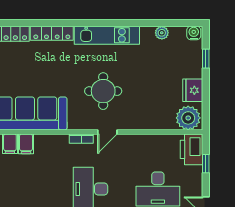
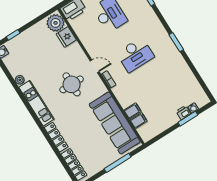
plant: (162, 33) -> (20, 80), moved
fridge: (193, 90) -> (66, 37), moved, turned 90

